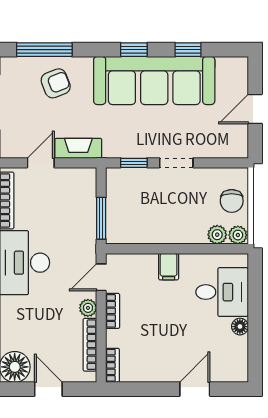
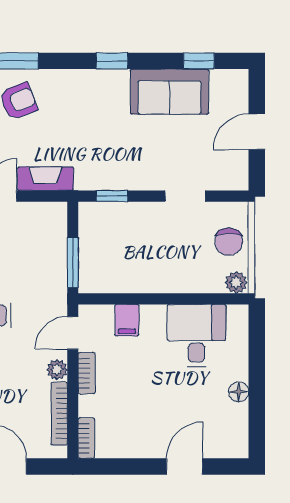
window: (188, 50) -> (199, 61), moved
sofa: (154, 80) -> (169, 92), width x0.54, depth x0.79
doorway: (176, 163) -> (185, 196), moved
plant: (217, 235) -> (211, 282), removed
filing cabinet: (169, 267) -> (127, 320), moved
desk: (222, 292) -> (196, 336), moved, turned -90

